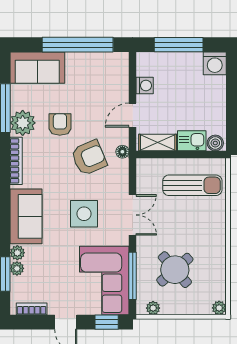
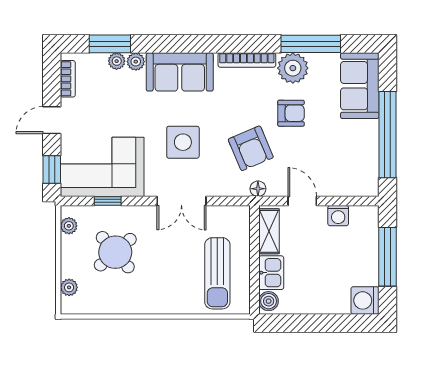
window: (133, 276) -> (108, 201), width x0.46
plant: (219, 308) -> (69, 287), moved

